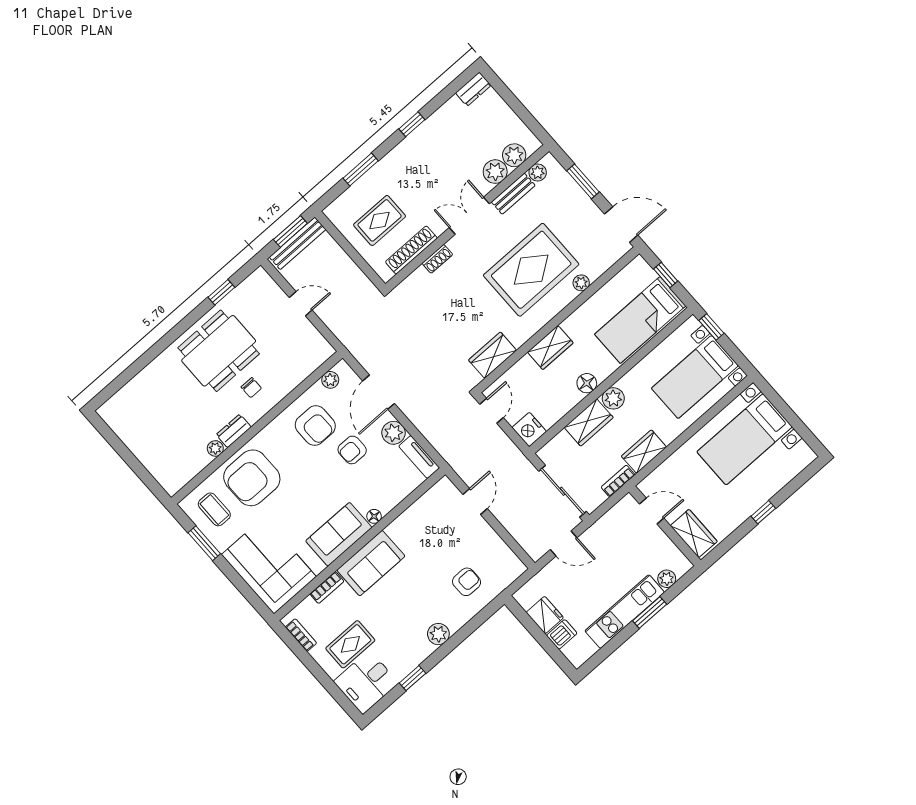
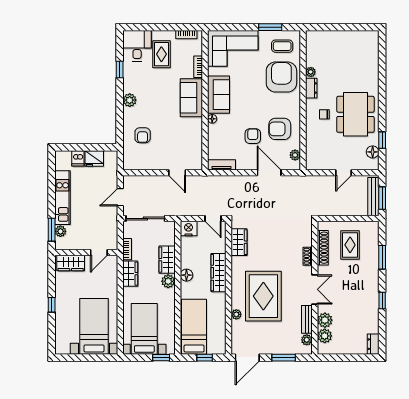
floor lamp: (245, 291) -> (373, 152), added
wardrobe: (550, 348) -> (219, 273), width x1.50
plant: (393, 433) -> (244, 163), removed
window: (650, 612) -> (52, 230), moved

